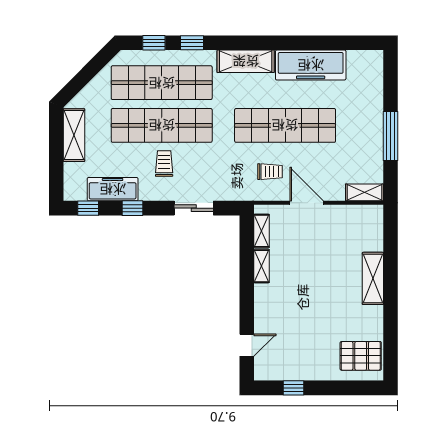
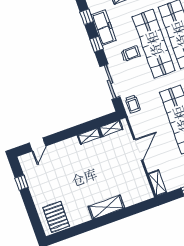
trolley: (270, 172) -> (133, 104), moved
sliding door: (194, 208) -> (110, 82), width x1.37
door: (247, 345) -> (37, 145), hinge flipped

